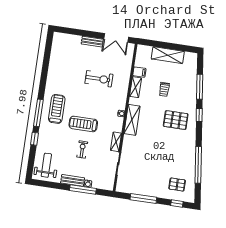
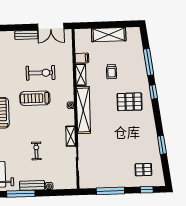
shelving: (132, 120) -> (83, 110), width x1.47
treadmill: (83, 124) -> (35, 98), moved
window: (198, 165) -> (162, 145), width x0.47
window: (83, 189) -> (21, 194), moved

